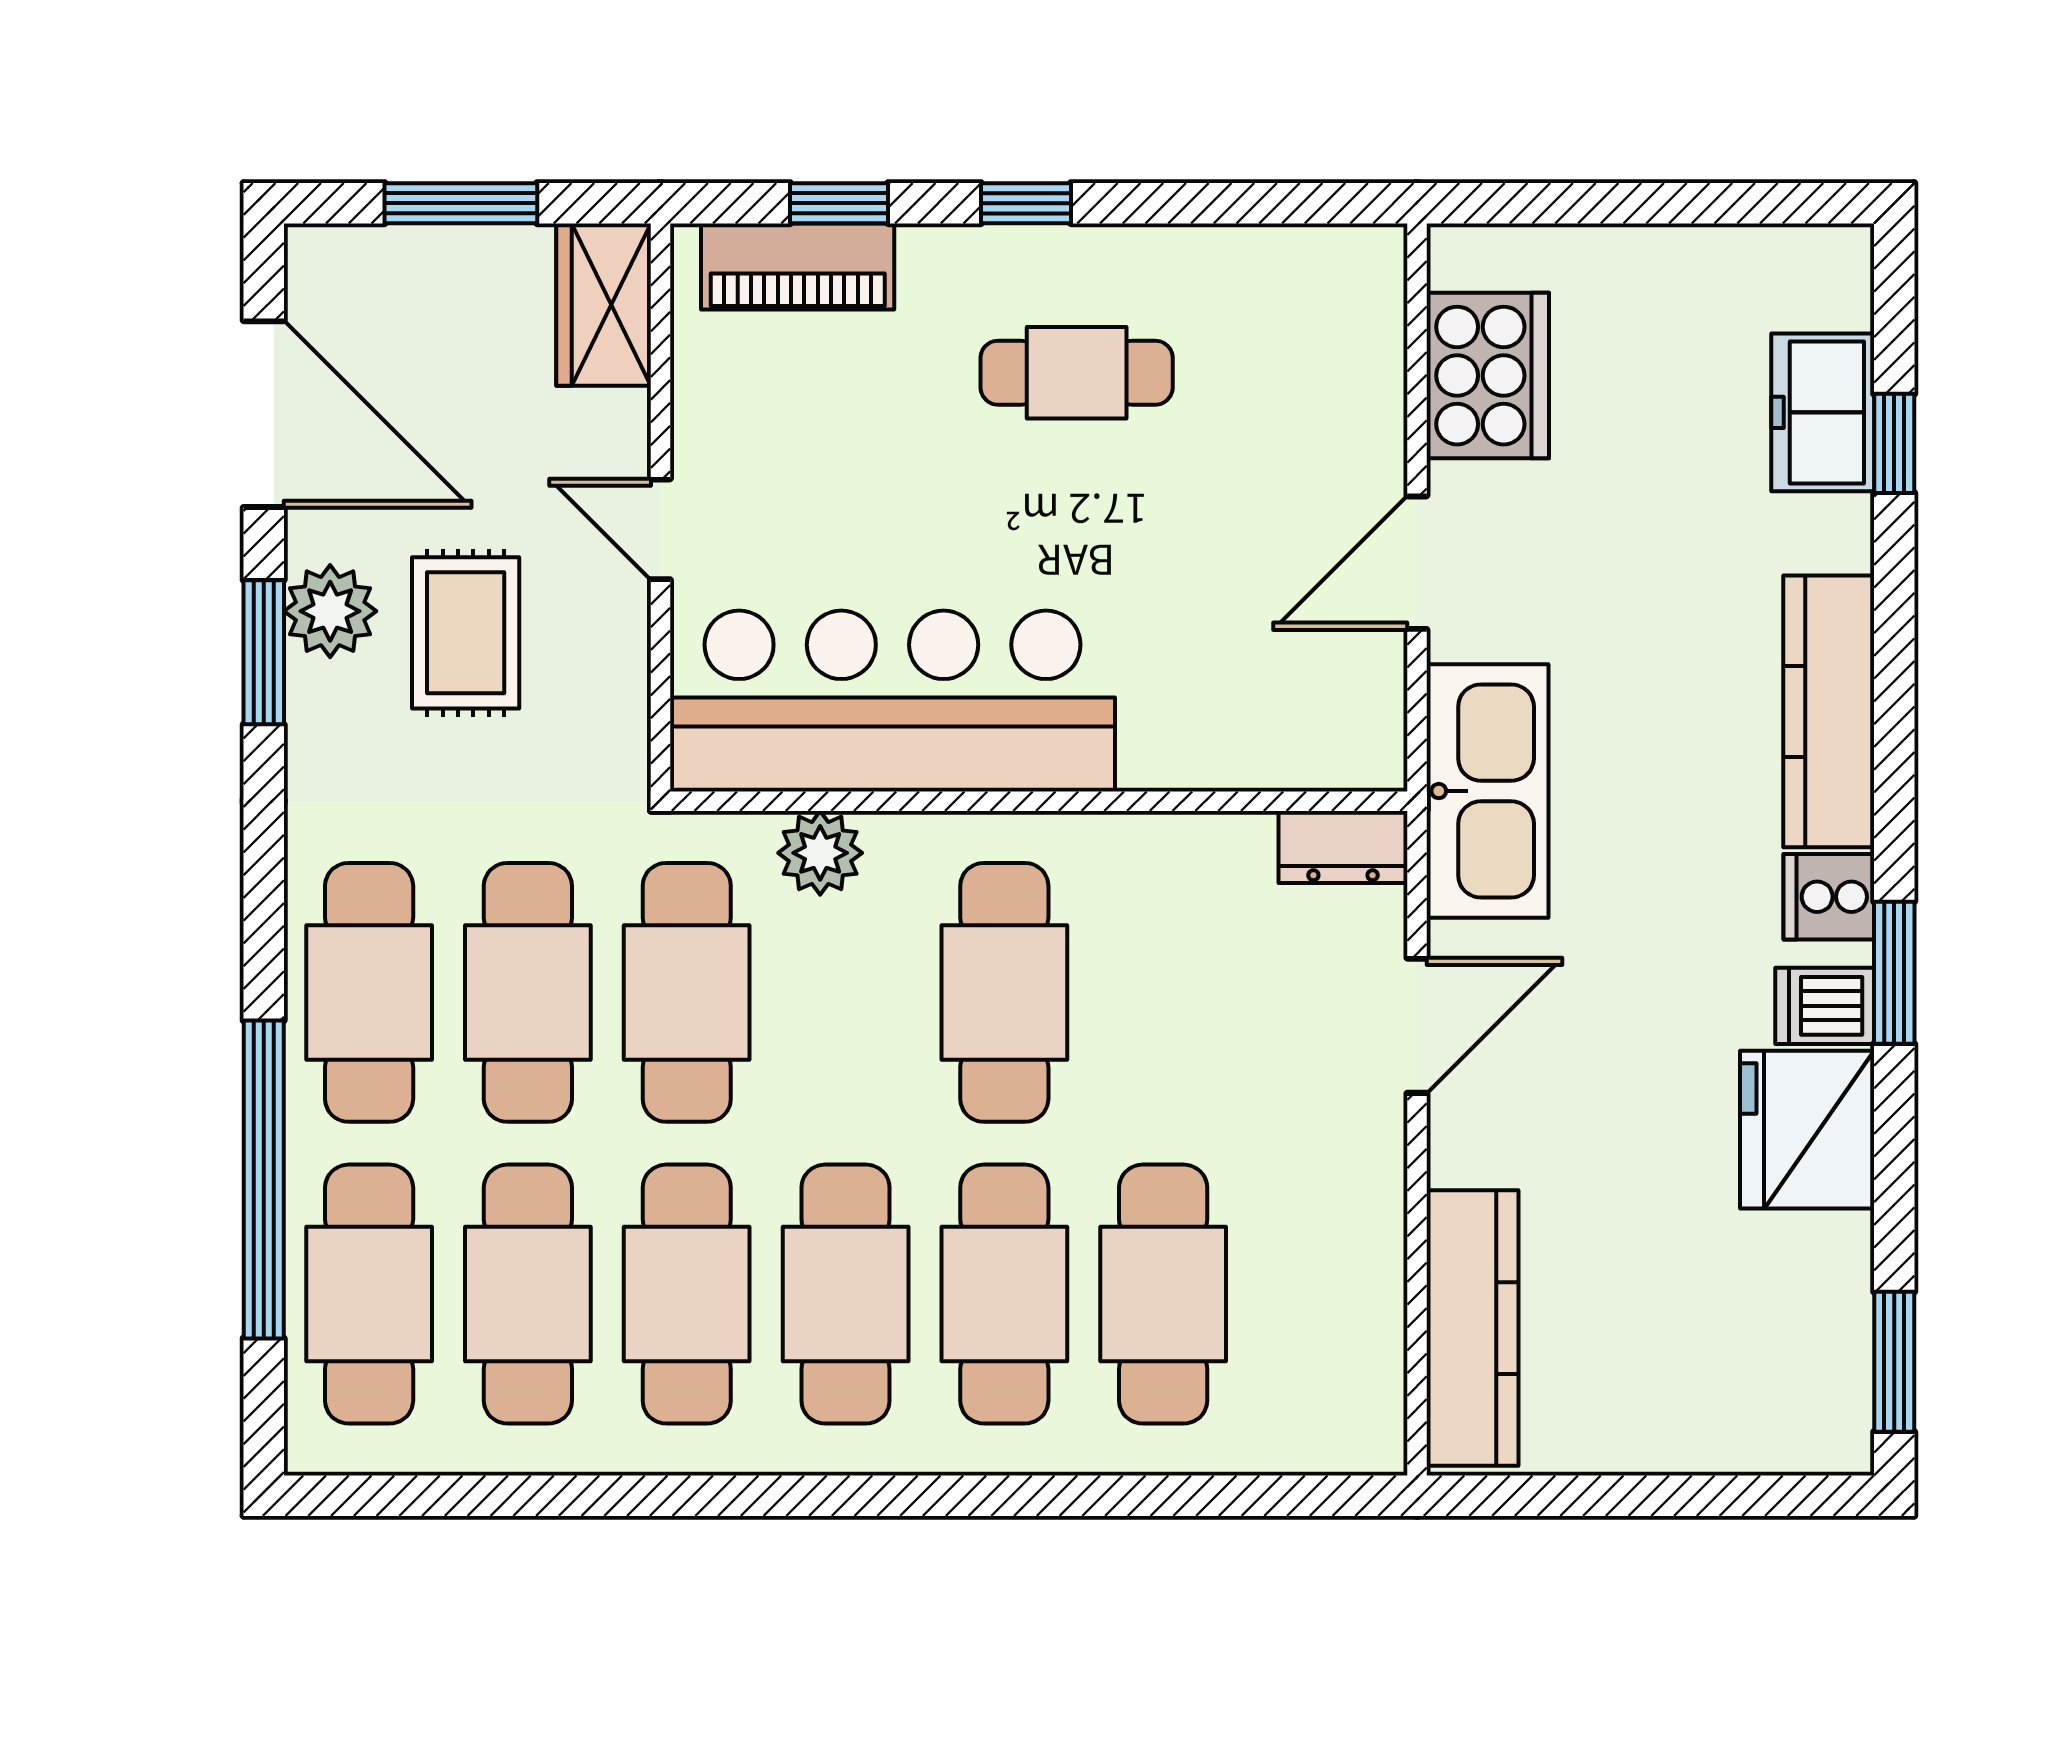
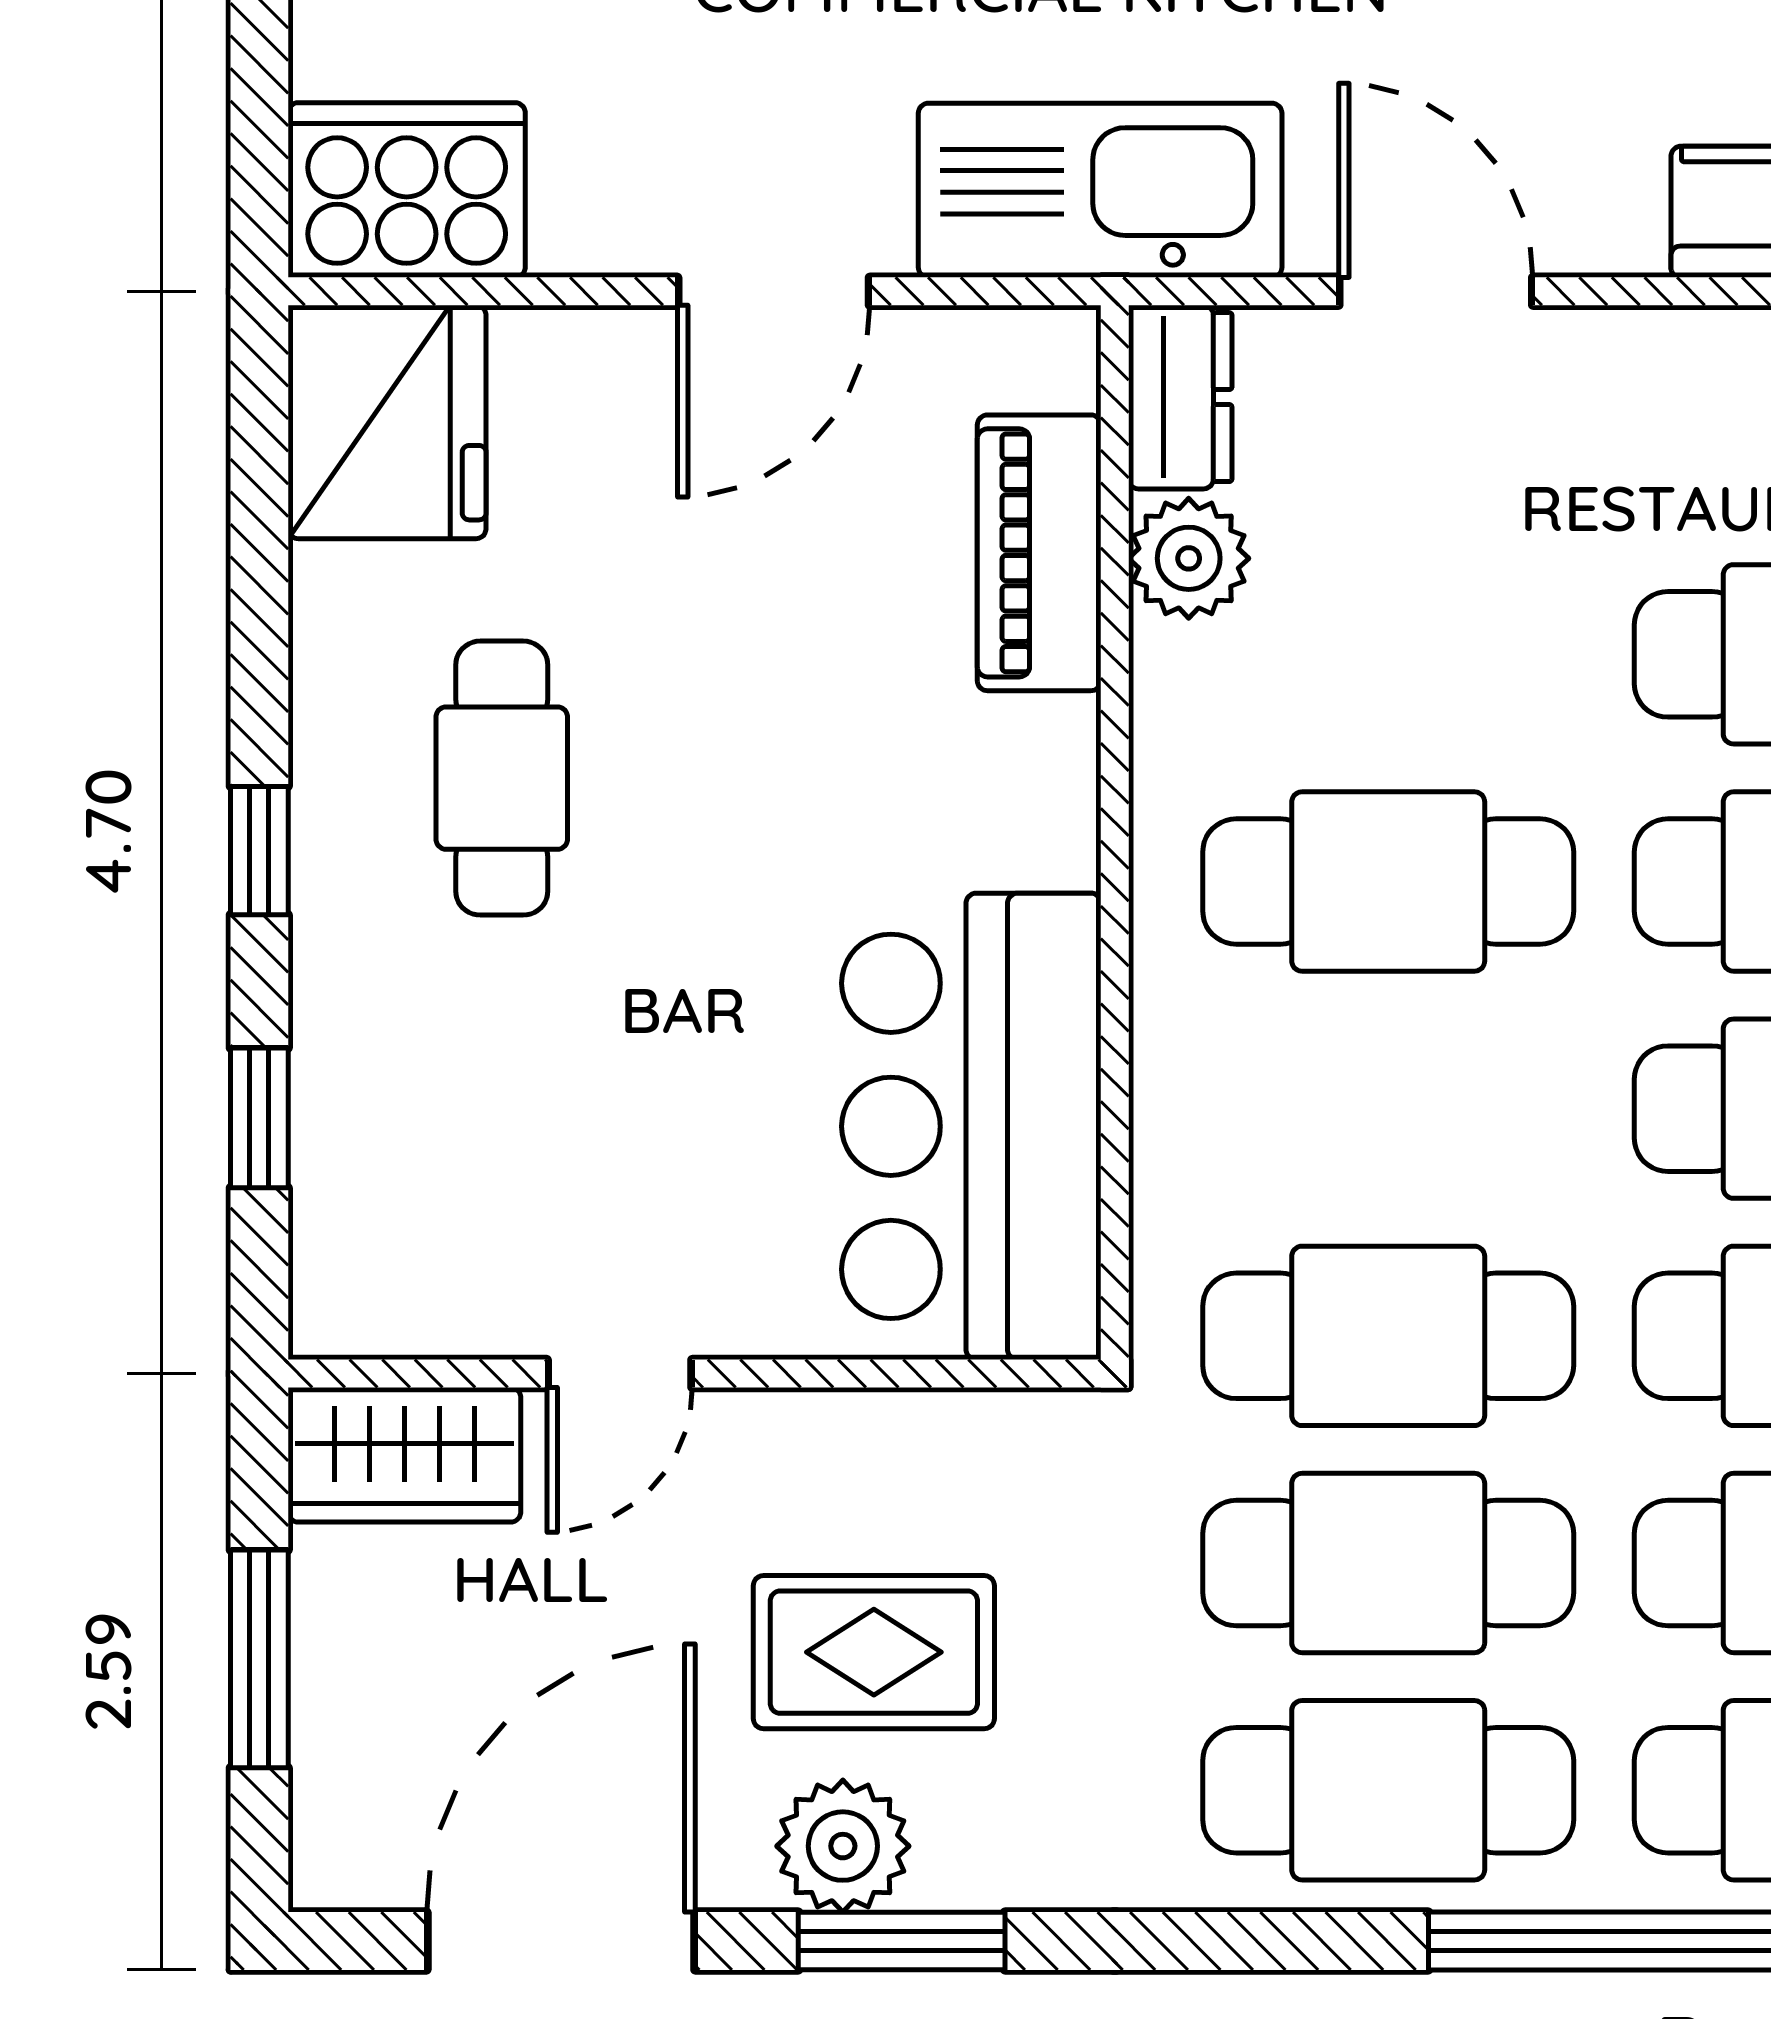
piano: (798, 267) -> (1039, 553), moved, turned 180
fridge: (1326, 293) -> (387, 422), added
cooker: (1488, 376) -> (407, 190), moved
door: (660, 529) -> (620, 1373), moved
door: (1417, 563) -> (774, 291), hinge flipped
bar counter: (892, 701) -> (971, 1126), width x0.73
plant: (820, 853) -> (1189, 558), moved

